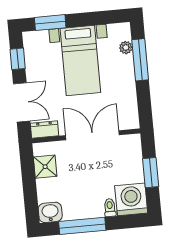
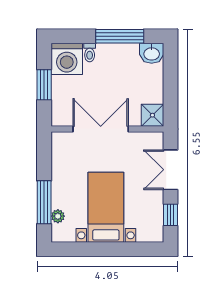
window: (50, 23) -> (133, 249), removed
dresser: (45, 129) -> (150, 139), removed
double door: (92, 135) -> (101, 129), swing flipped
shower: (45, 167) -> (152, 115), moved

